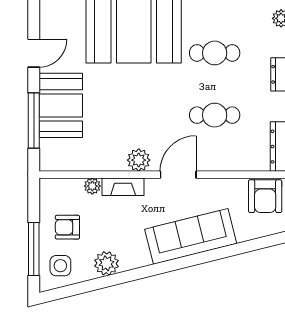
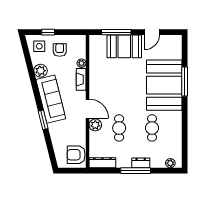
door: (34, 53) -> (152, 32), hinge flipped
plant: (139, 160) -> (95, 125), moved
sofa: (191, 236) -> (51, 99), moved
window: (34, 249) -> (48, 32), width x0.46
window: (199, 258) -> (43, 120), added

